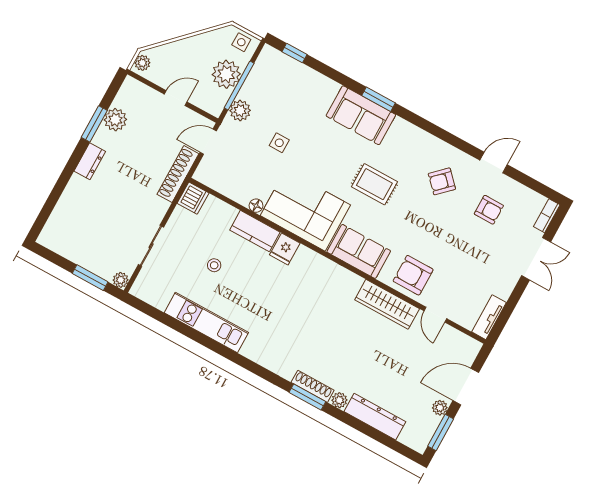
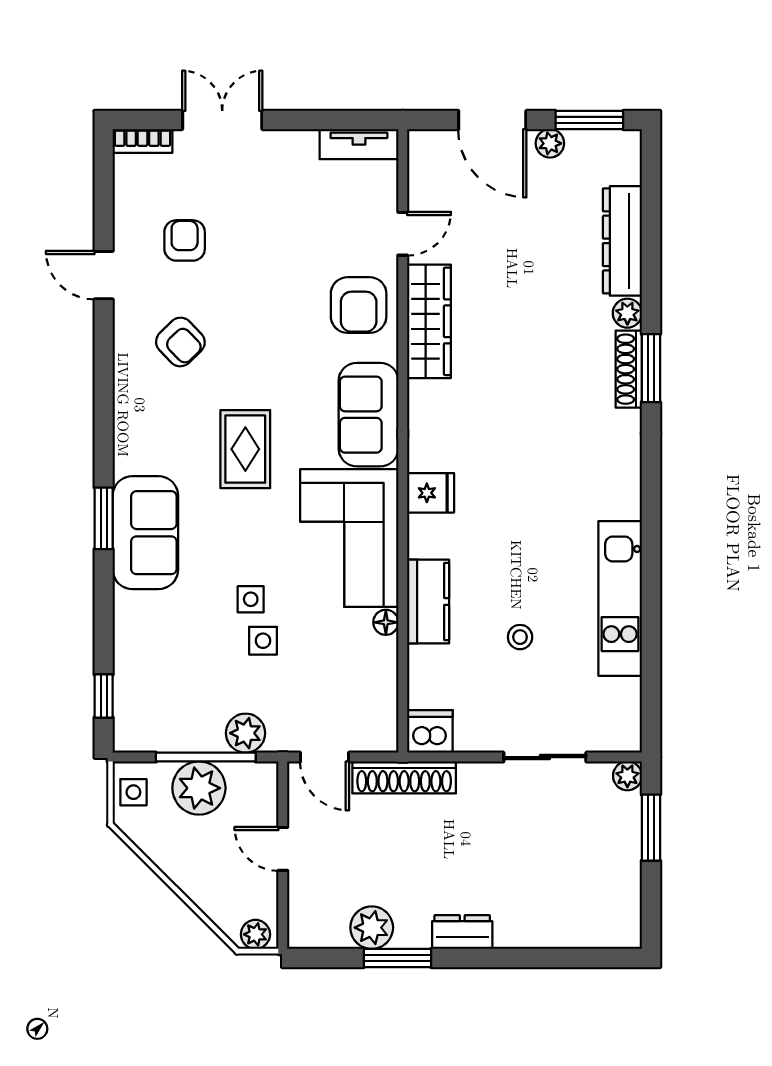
side table: (302, 148) -> (251, 599), added
fridge: (285, 249) -> (431, 493), moved

